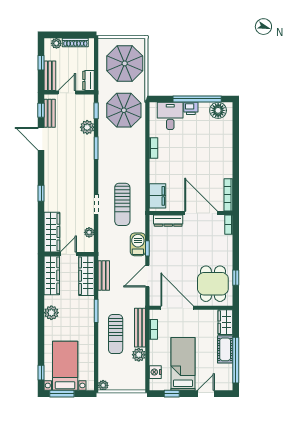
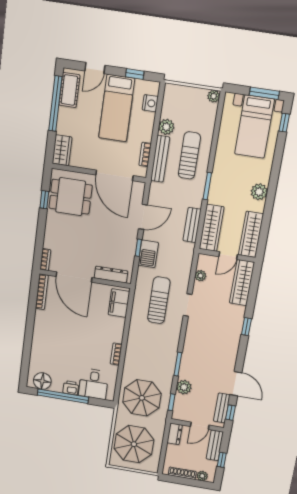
dining table: (213, 284) -> (71, 197), turned 90
cot: (225, 349) -> (69, 90), moved

